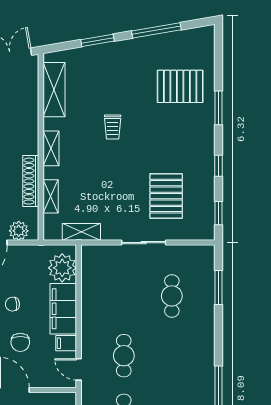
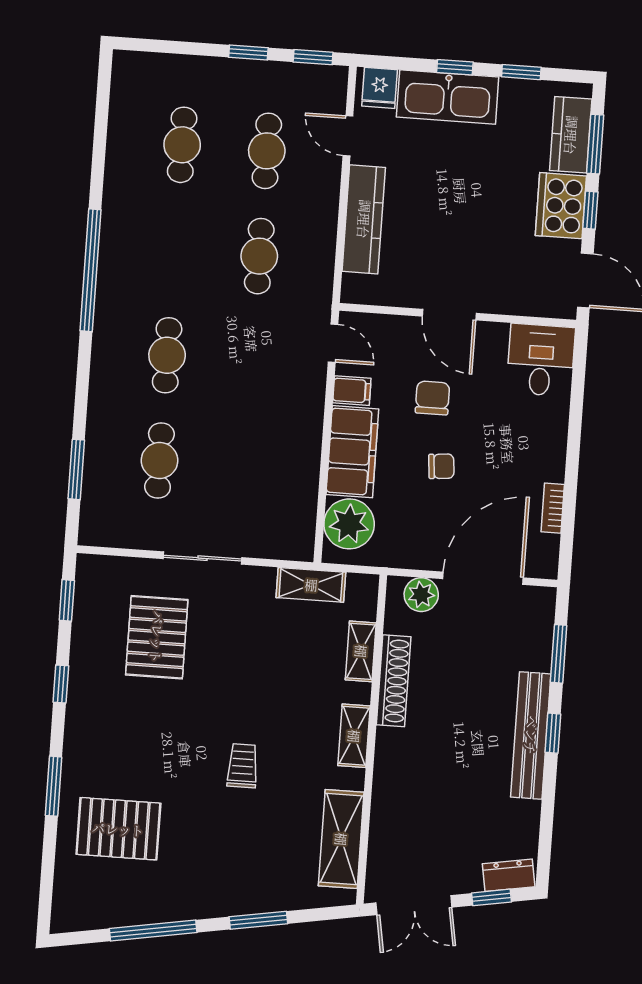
cafe table: (124, 356) -> (167, 355), moved

